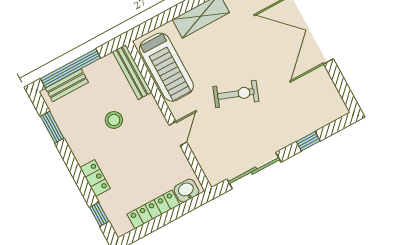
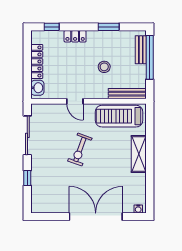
window: (52, 127) -> (109, 27), moved

